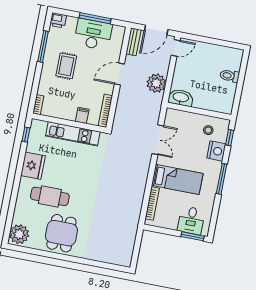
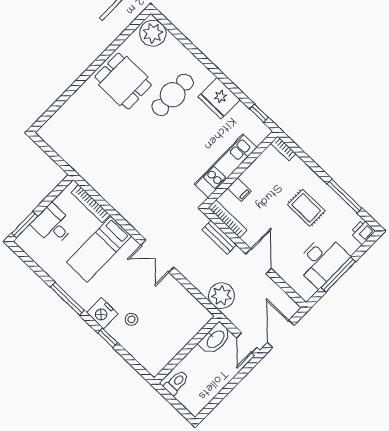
bench: (133, 42) -> (219, 237), moved
washbasin: (181, 98) -> (215, 339), moved
wall: (199, 111) -> (187, 349), moved
desk: (191, 220) -> (53, 225), moved

